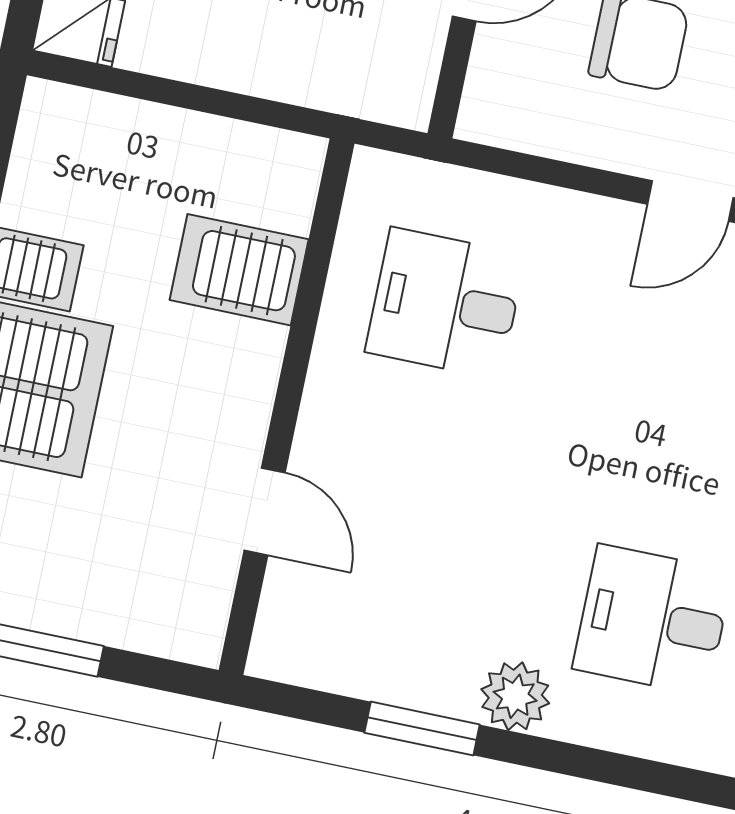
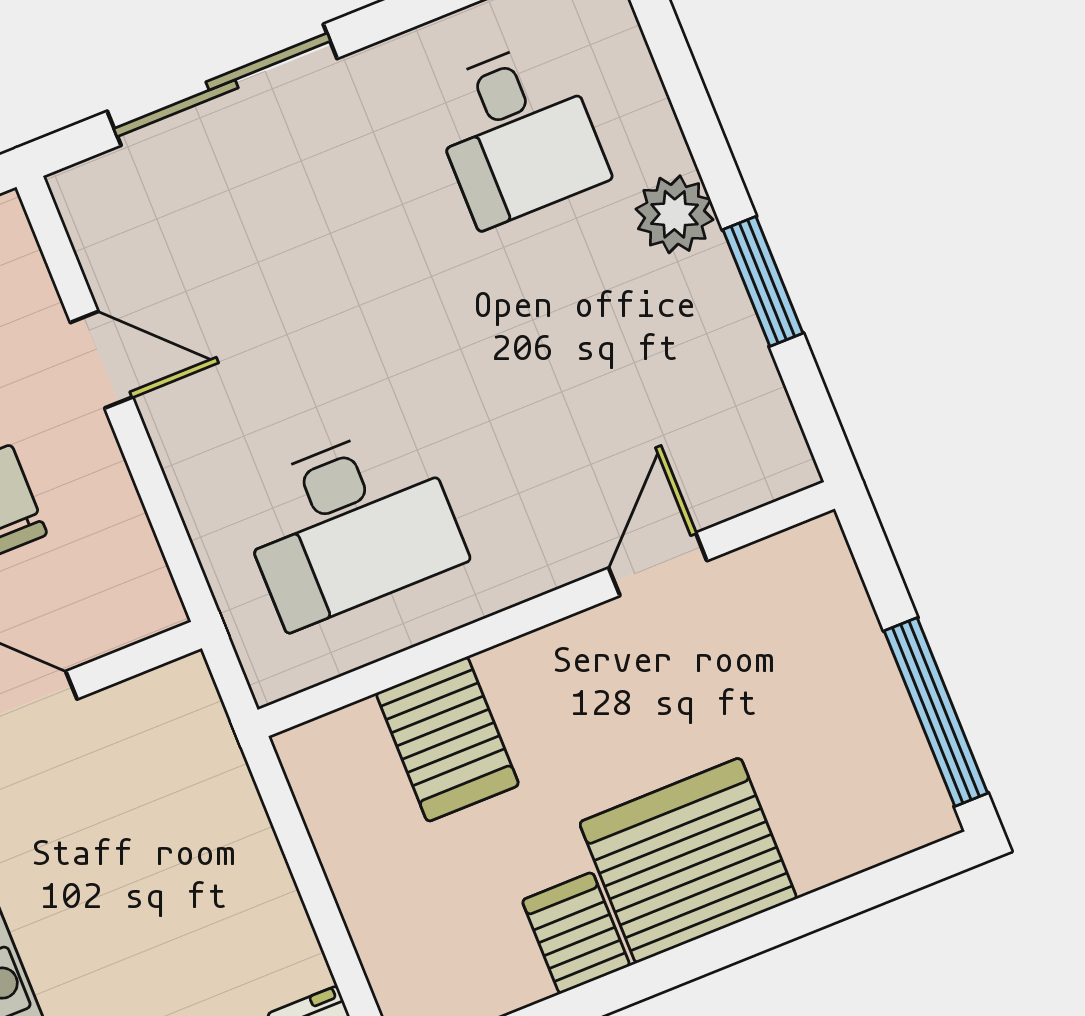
desk: (445, 303) -> (350, 525), width x1.37

